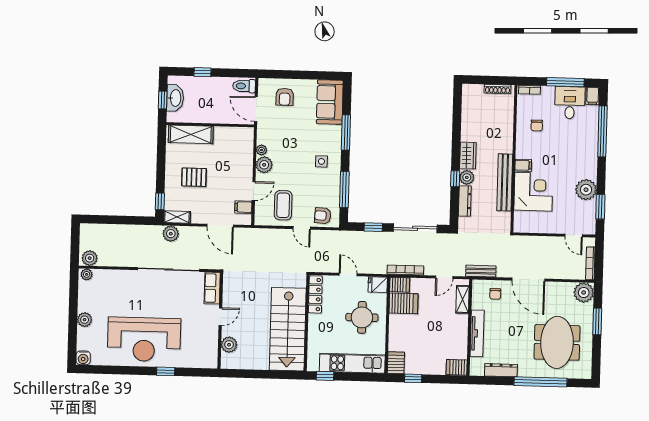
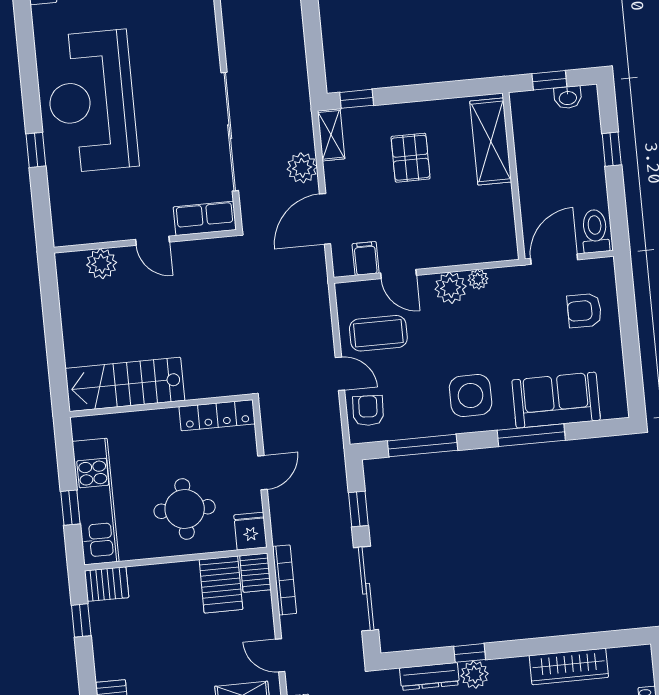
washbasin: (175, 98) -> (568, 97), width x0.52, depth x0.69
sofa: (330, 102) -> (556, 400), moved
wardrobe: (468, 156) -> (569, 666), moved, width x1.50
side table: (321, 161) -> (471, 395), width x1.87, depth x1.87
door: (302, 228) -> (340, 374), swing flipped
plant: (171, 234) -> (302, 168), moved
stairs: (288, 329) -> (125, 384), width x0.73, depth x0.66
window: (325, 376) -> (70, 508), moved

